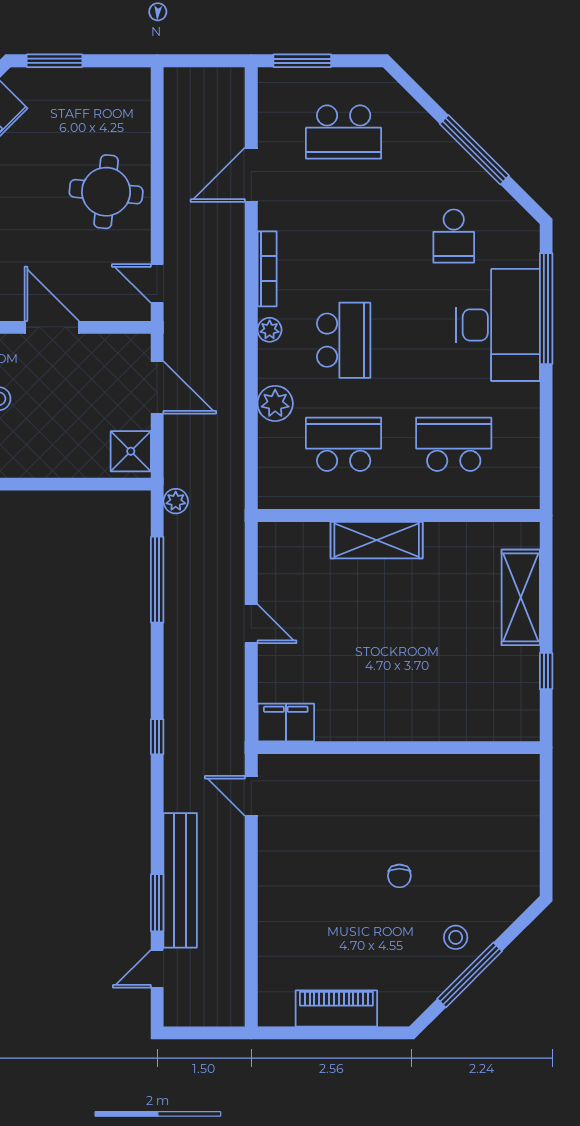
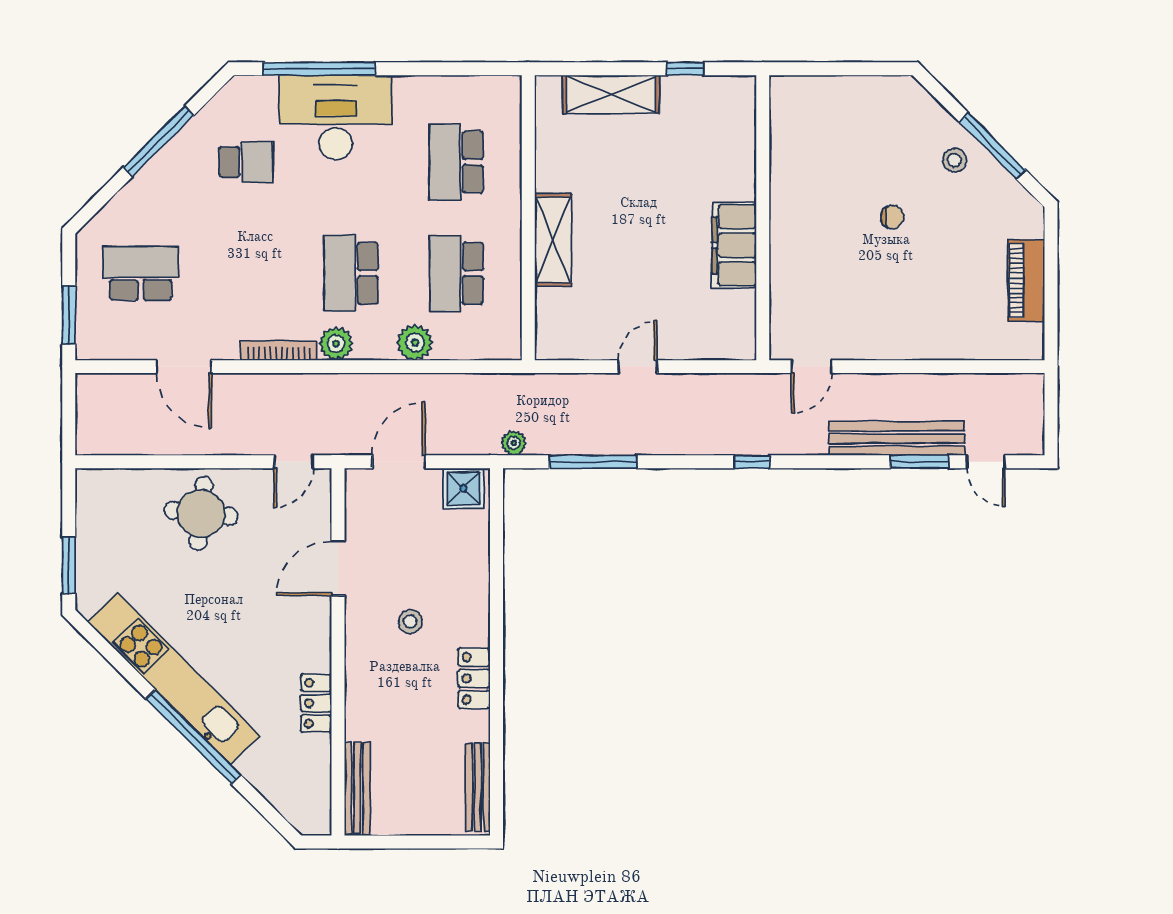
school desk: (344, 132) -> (141, 273), turned -90
plant: (270, 330) -> (336, 344), width x1.38, depth x1.38
school desk: (344, 340) -> (351, 273), turned -90
filing cabinet: (286, 722) -> (734, 245), moved, width x1.50, depth x1.17

